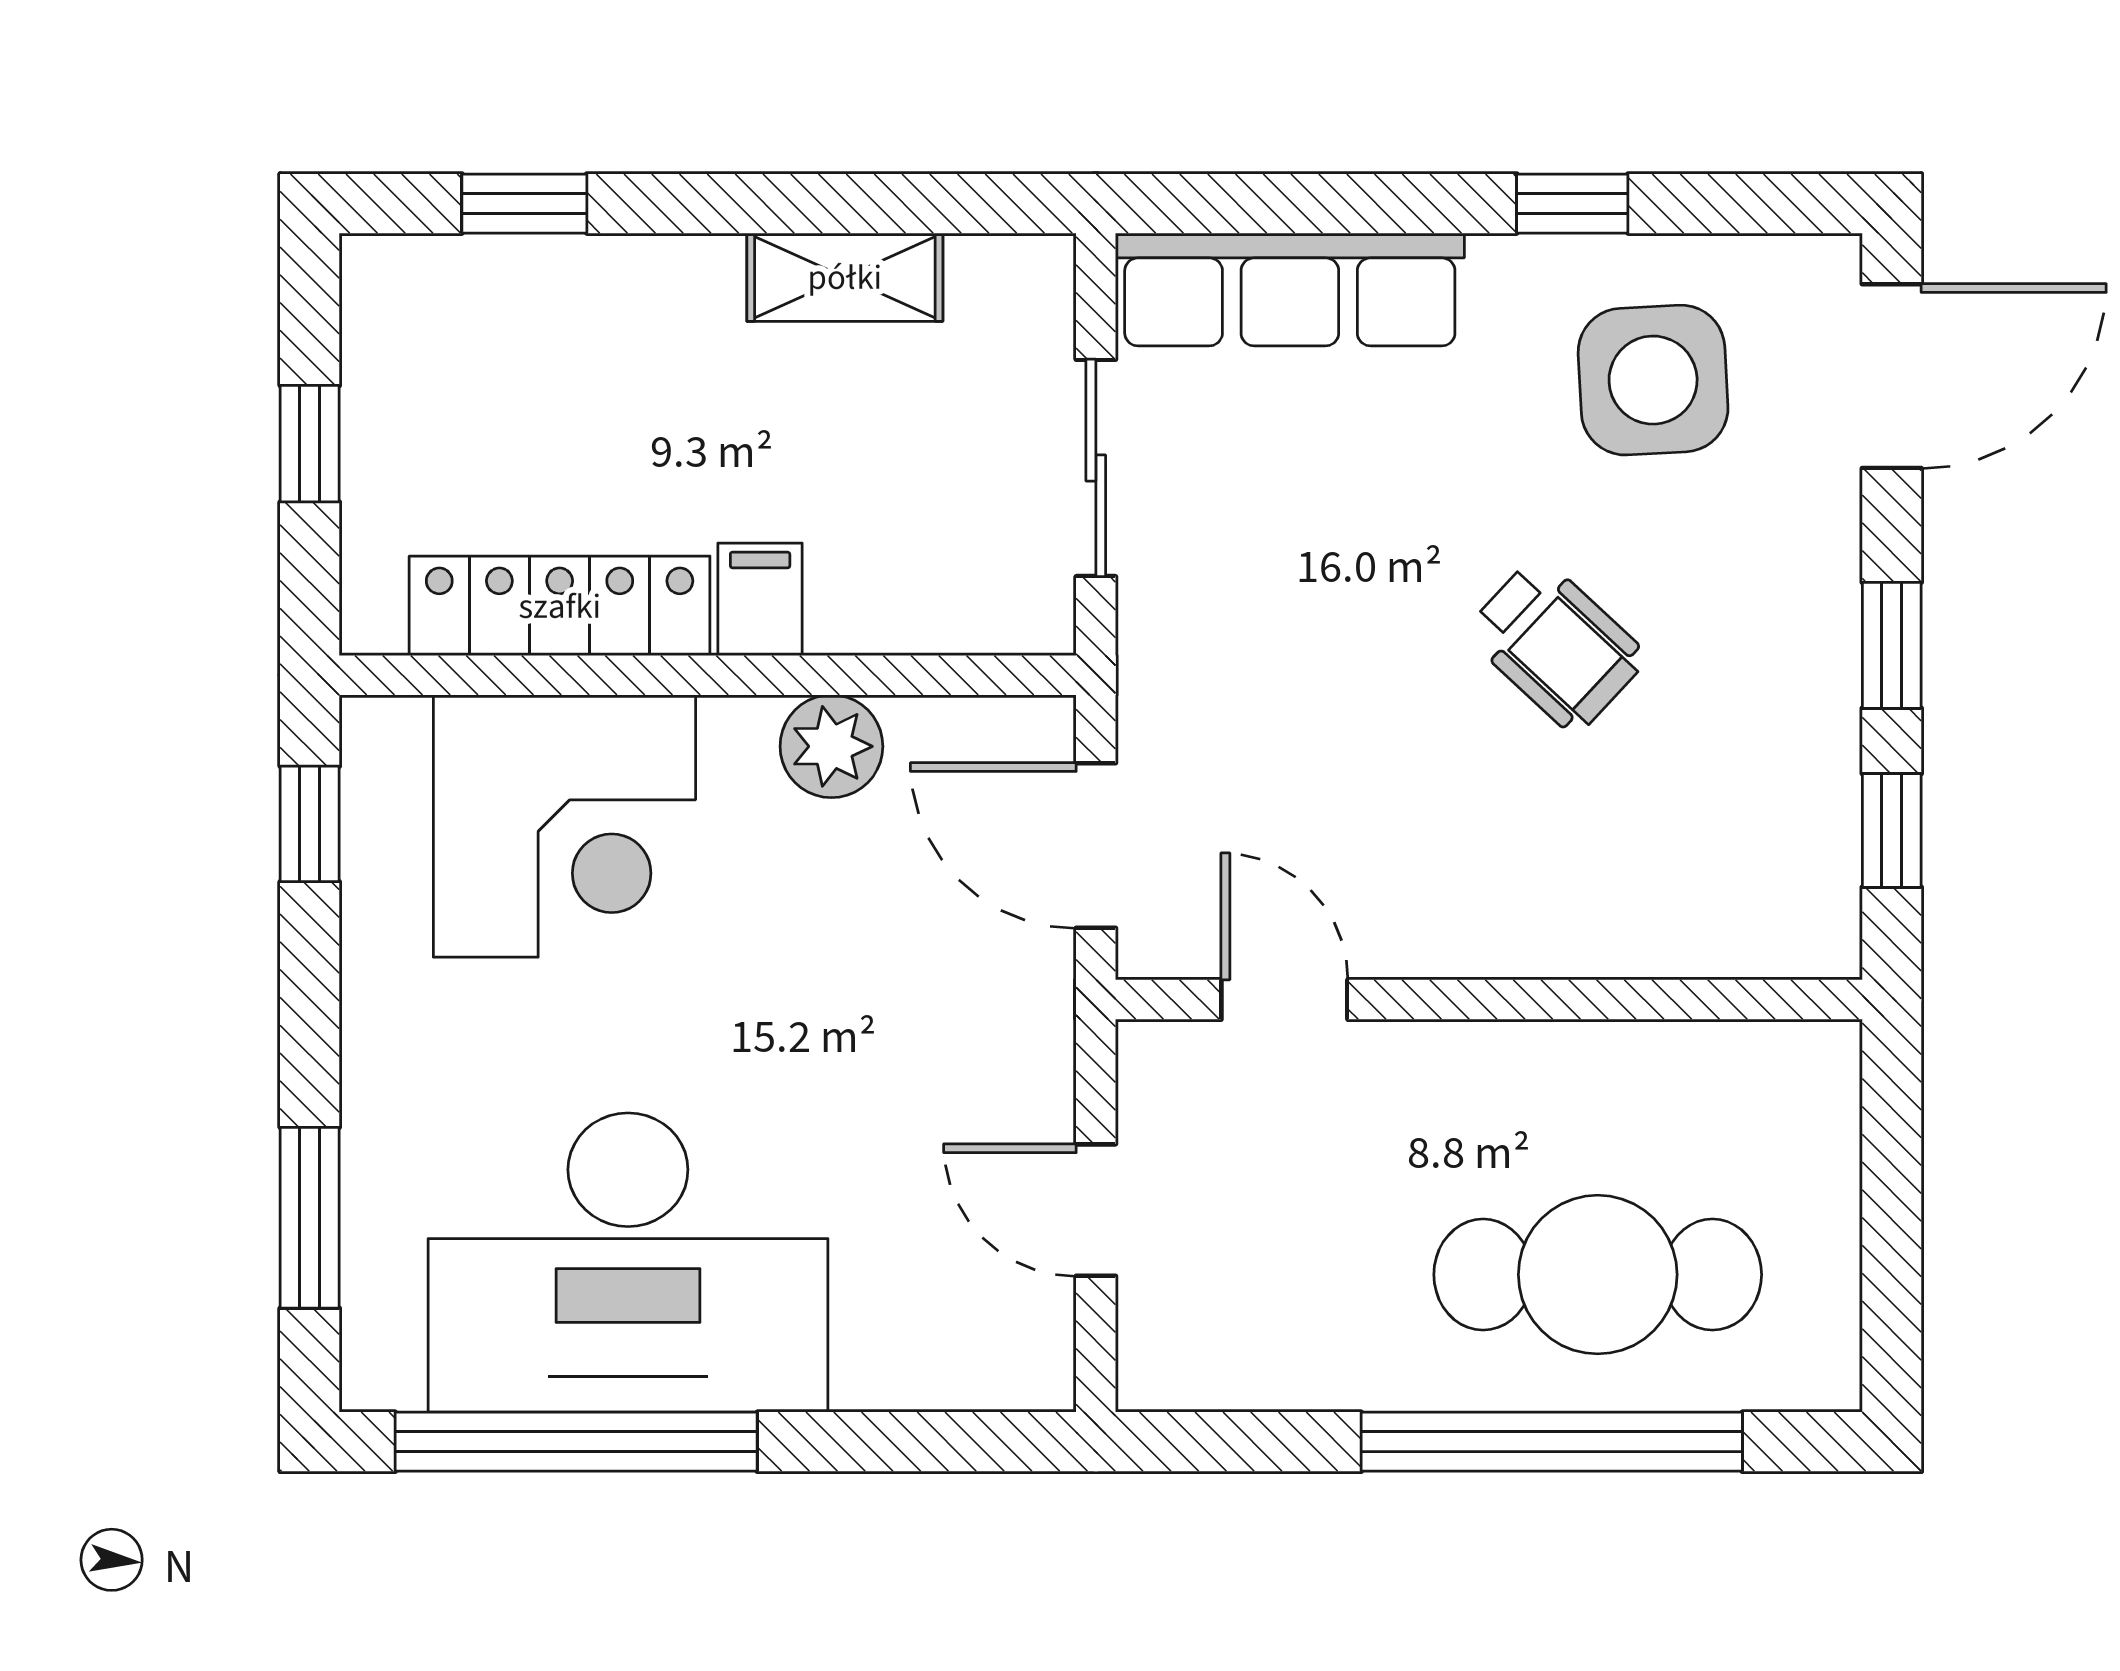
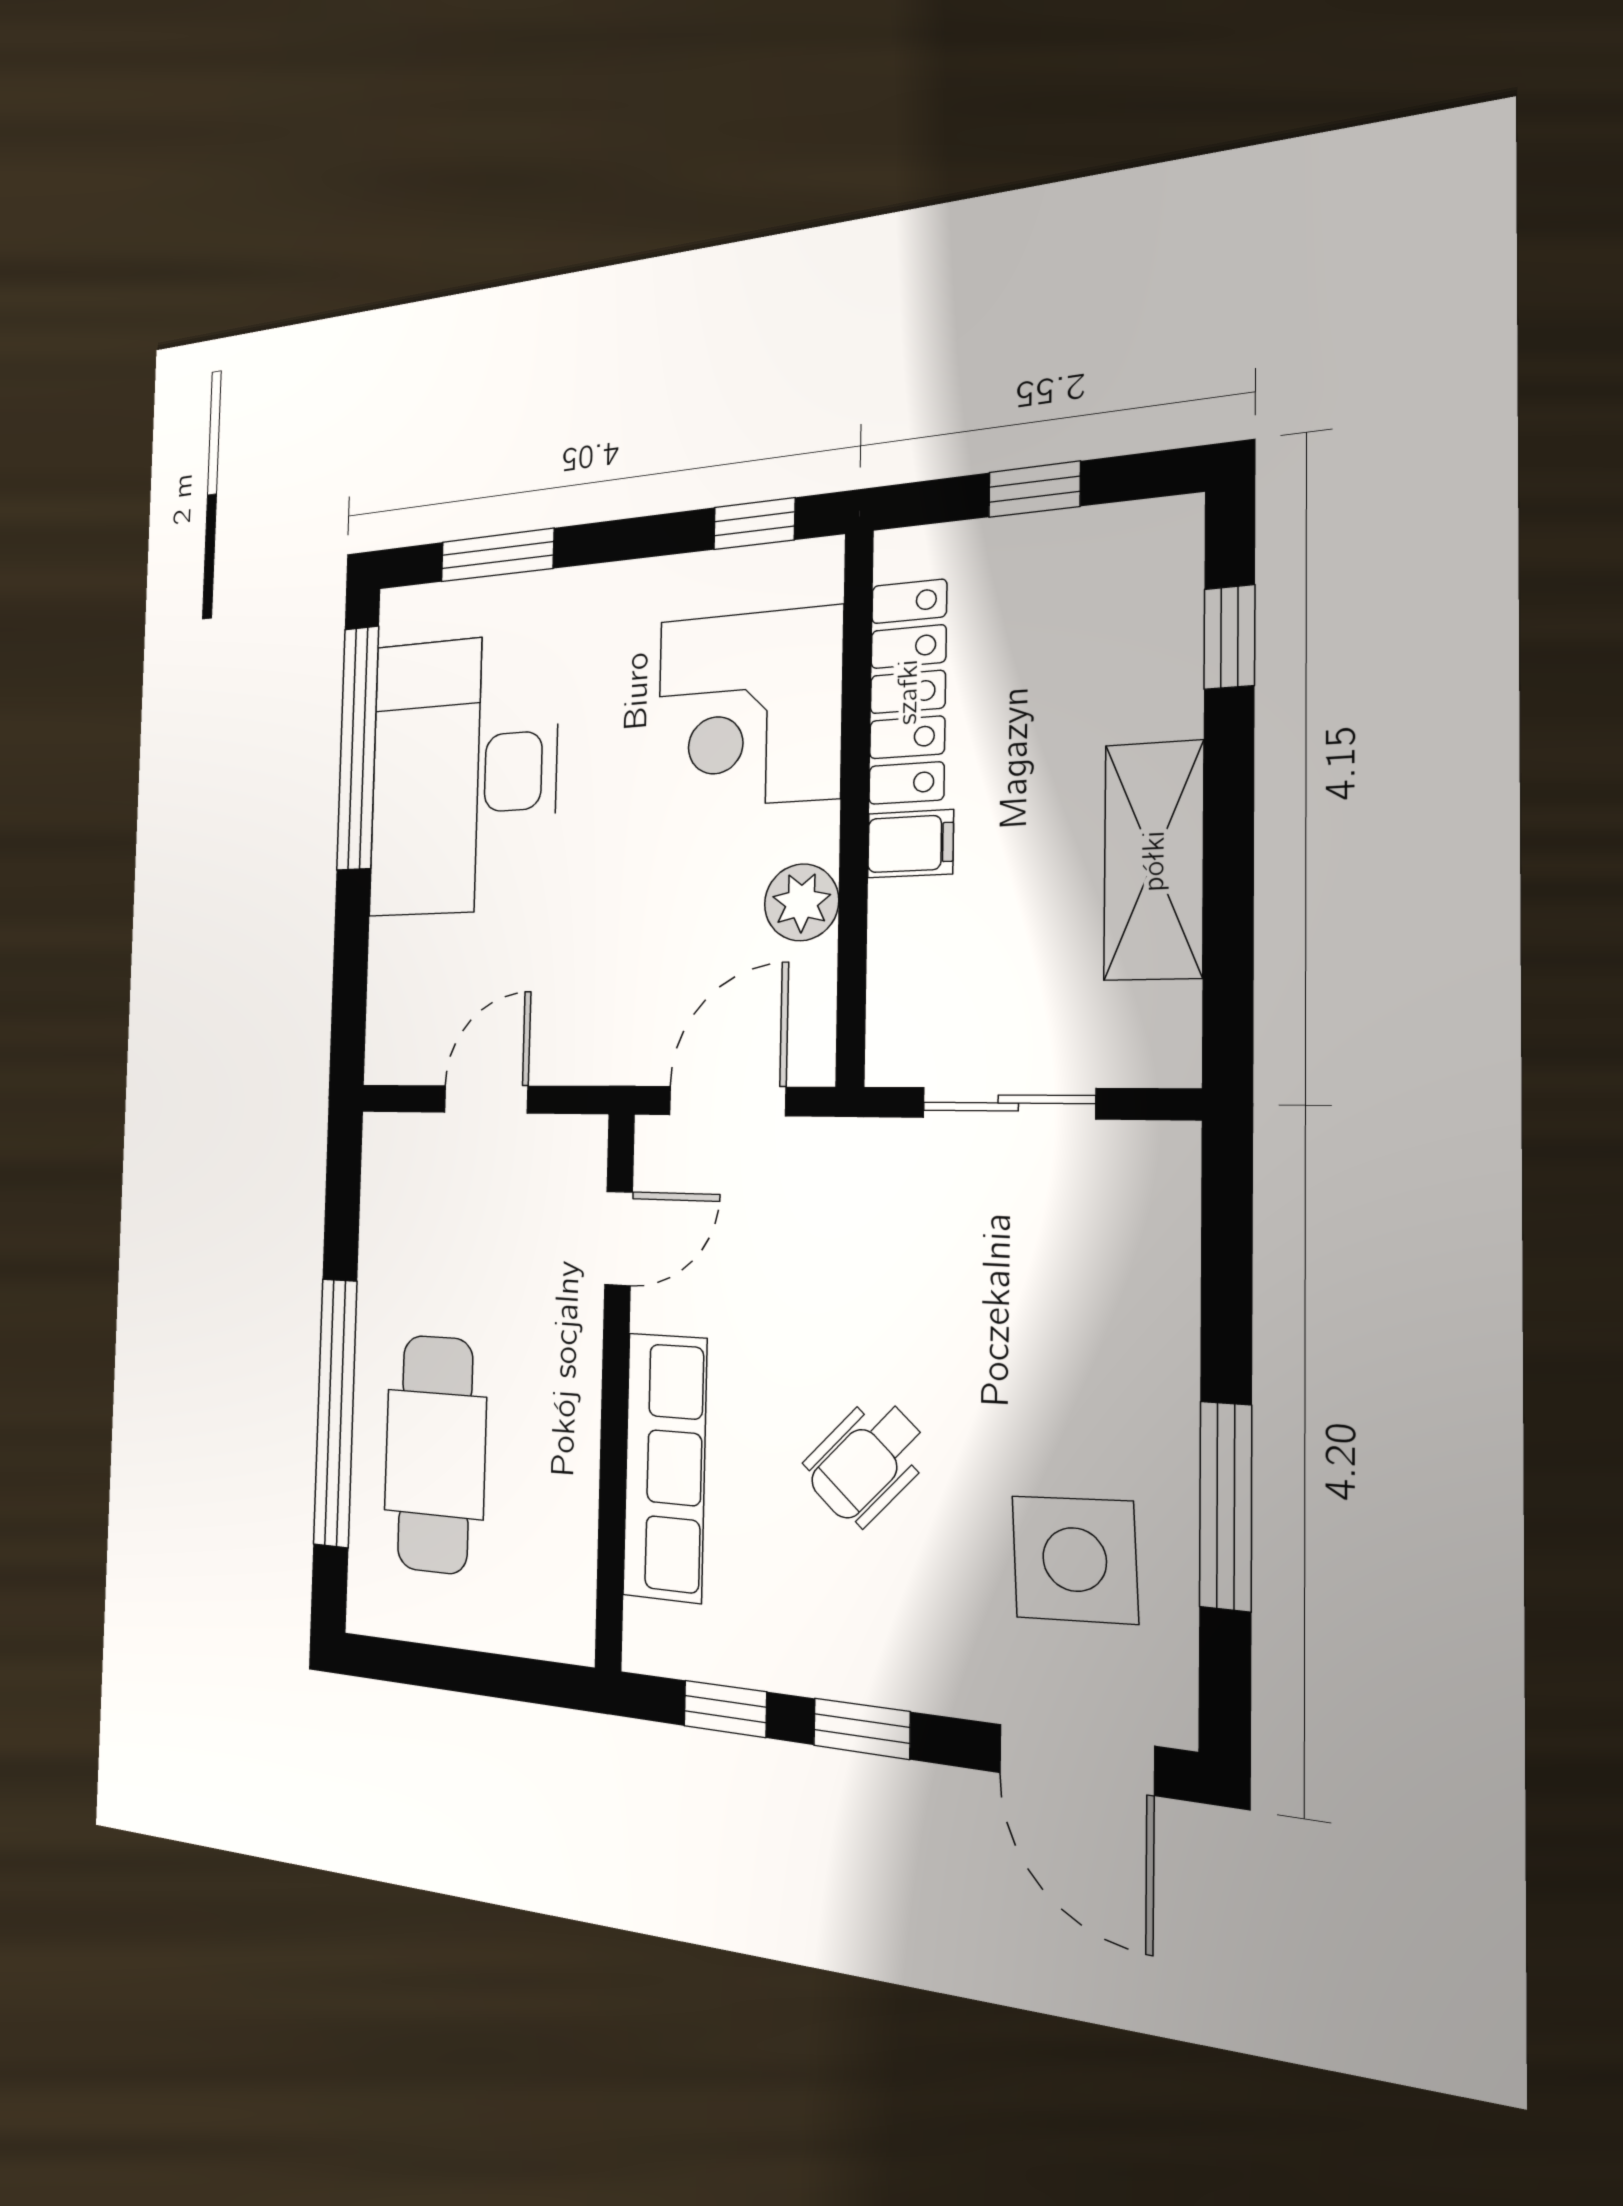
window: (1572, 204) -> (1226, 1506), width x2.17
shelving: (845, 277) -> (1154, 861), width x1.50, depth x1.33
row of seats: (1290, 289) -> (665, 1467), moved, turned 180

